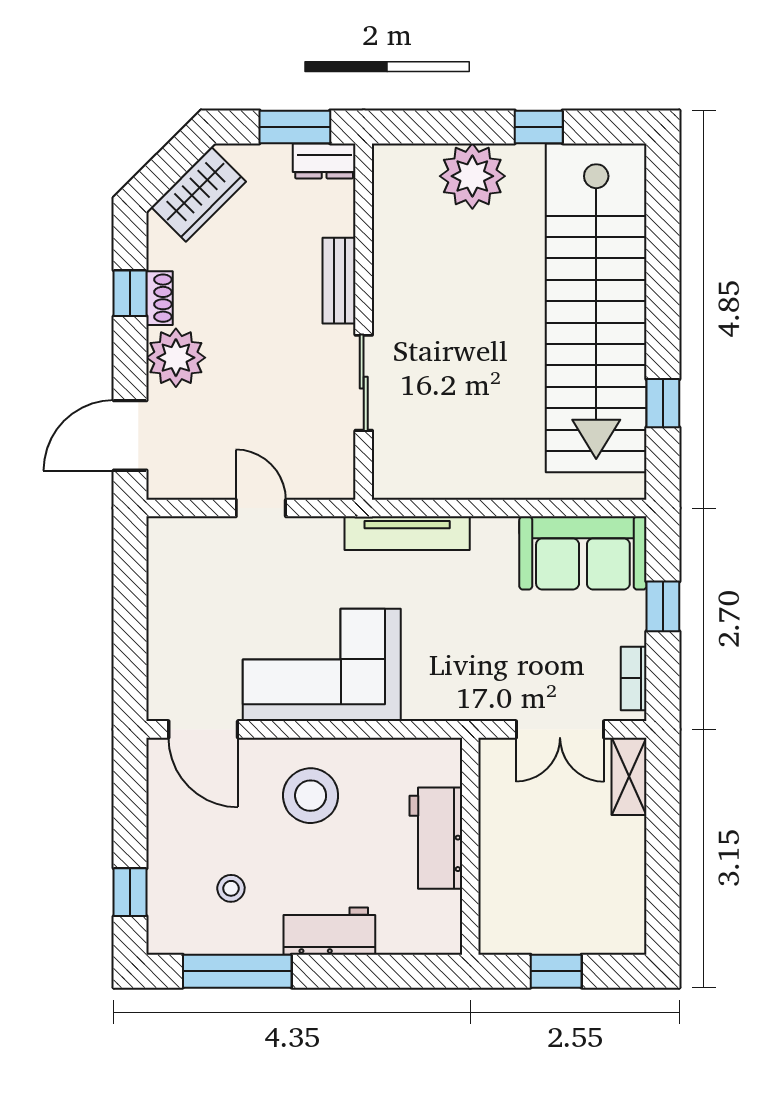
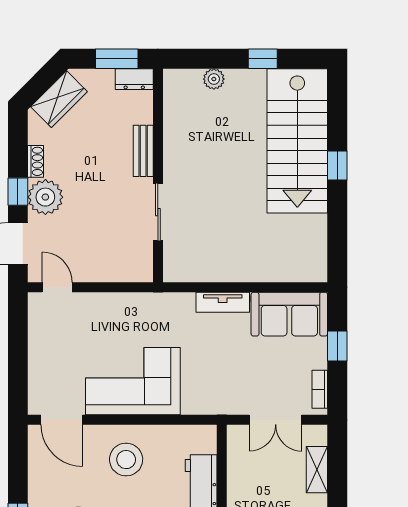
plant: (472, 176) -> (214, 79), width x0.53, depth x0.53
window: (130, 293) -> (18, 192), moved
stairs: (596, 308) -> (297, 141), width x0.73
window: (663, 403) -> (337, 166), moved
door: (261, 508) -> (57, 287), moved
tv unit: (407, 533) -> (223, 302), moved, width x0.71
shelving: (629, 776) -> (317, 470), moved

